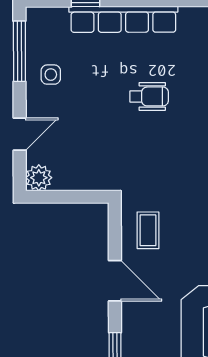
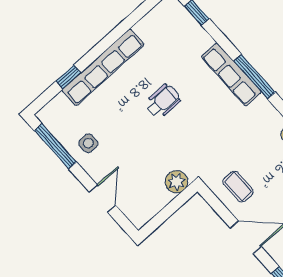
plant: (39, 178) -> (176, 182), moved

